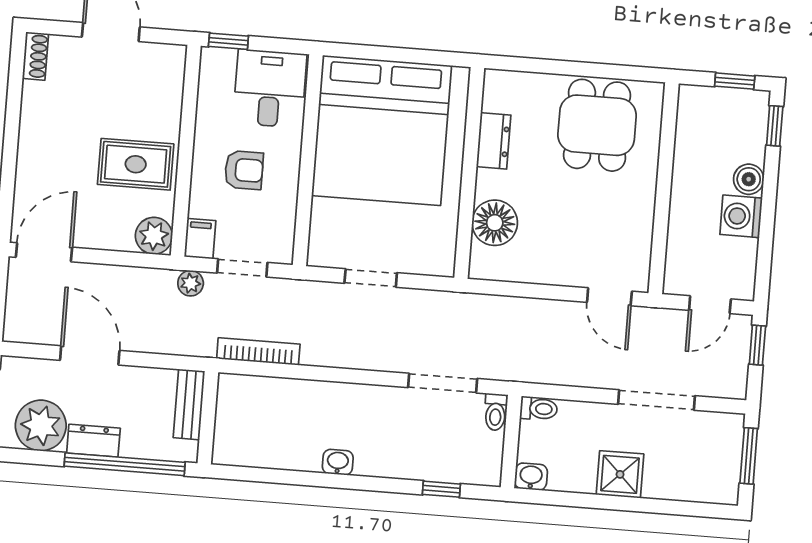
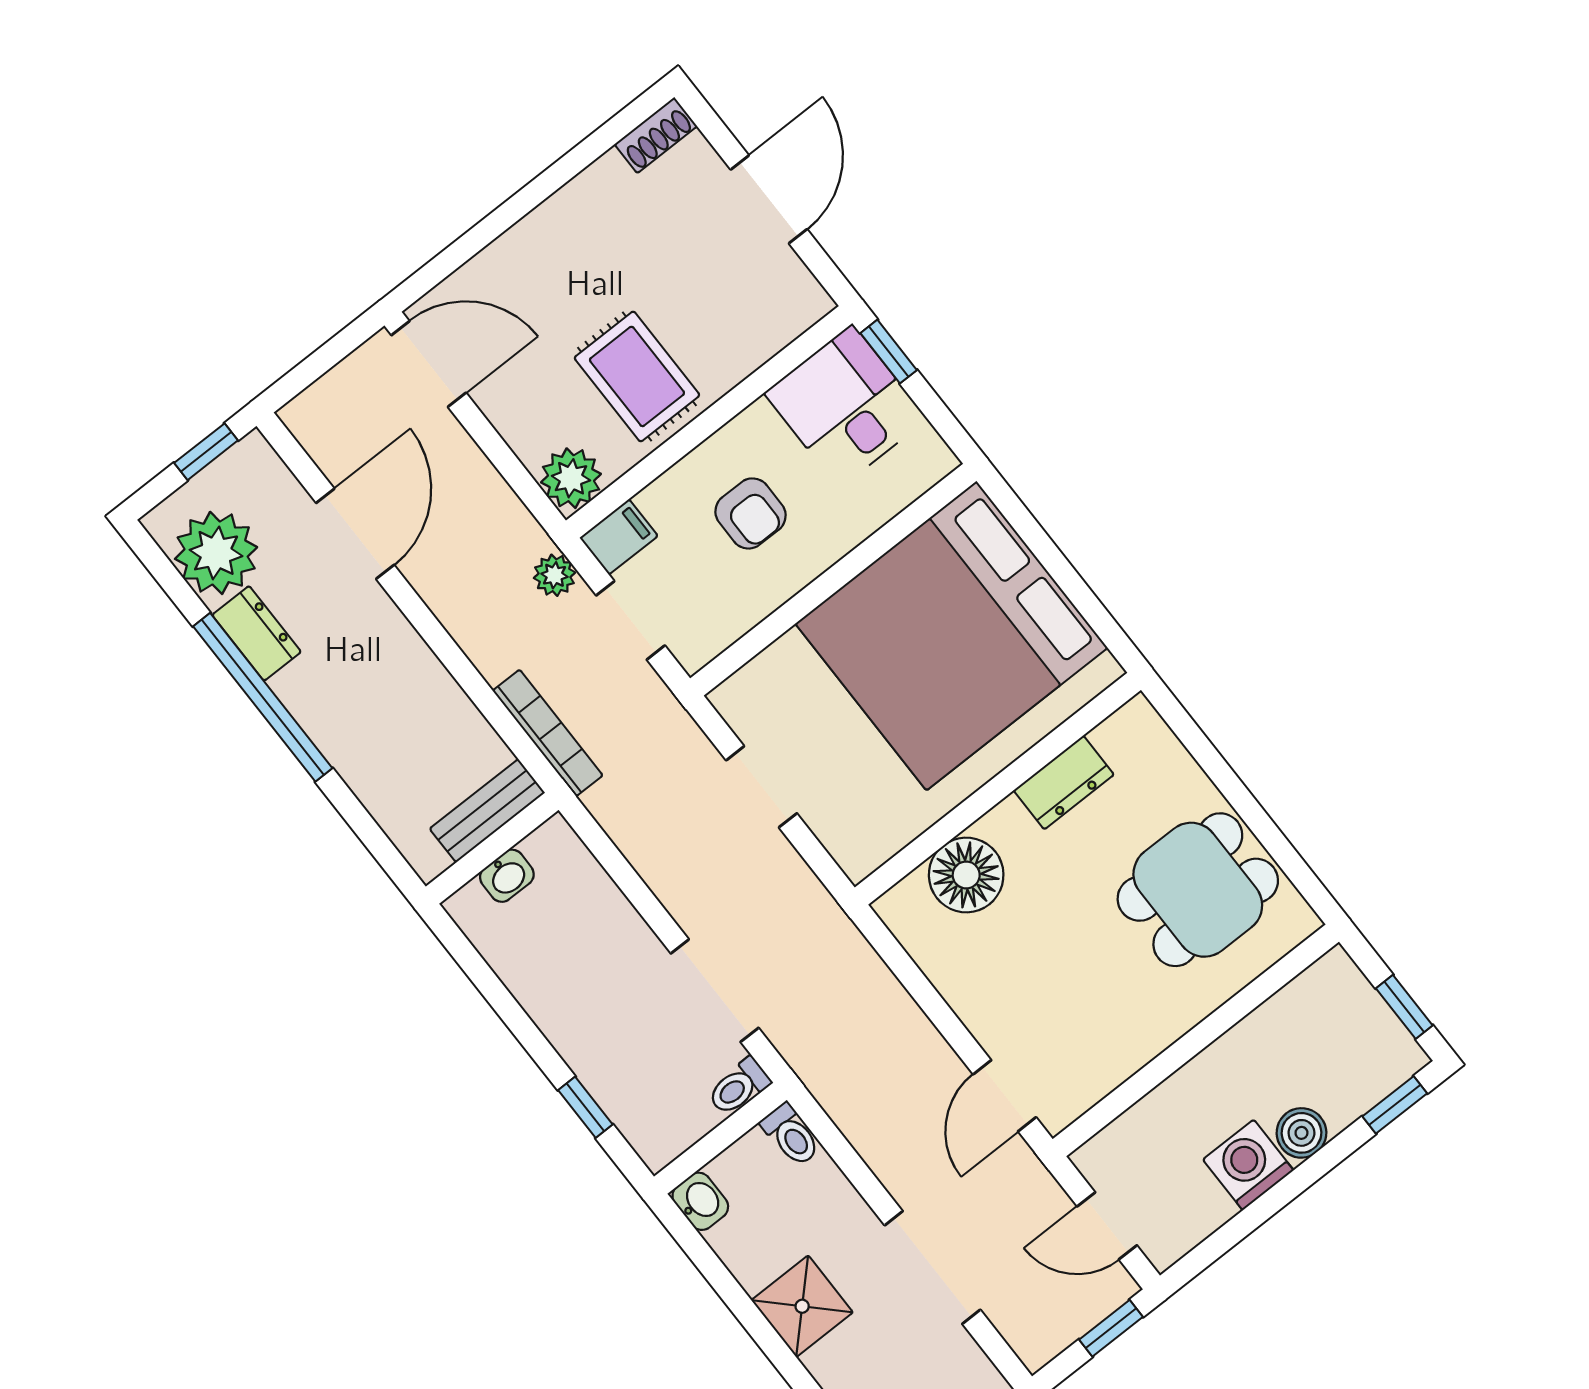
desk: (270, 89) -> (846, 406), moved, turned -90
bench: (189, 404) -> (487, 811), moved
wall: (208, 418) -> (492, 848), moved
washbasin: (338, 462) -> (507, 876), moved, turned 90

